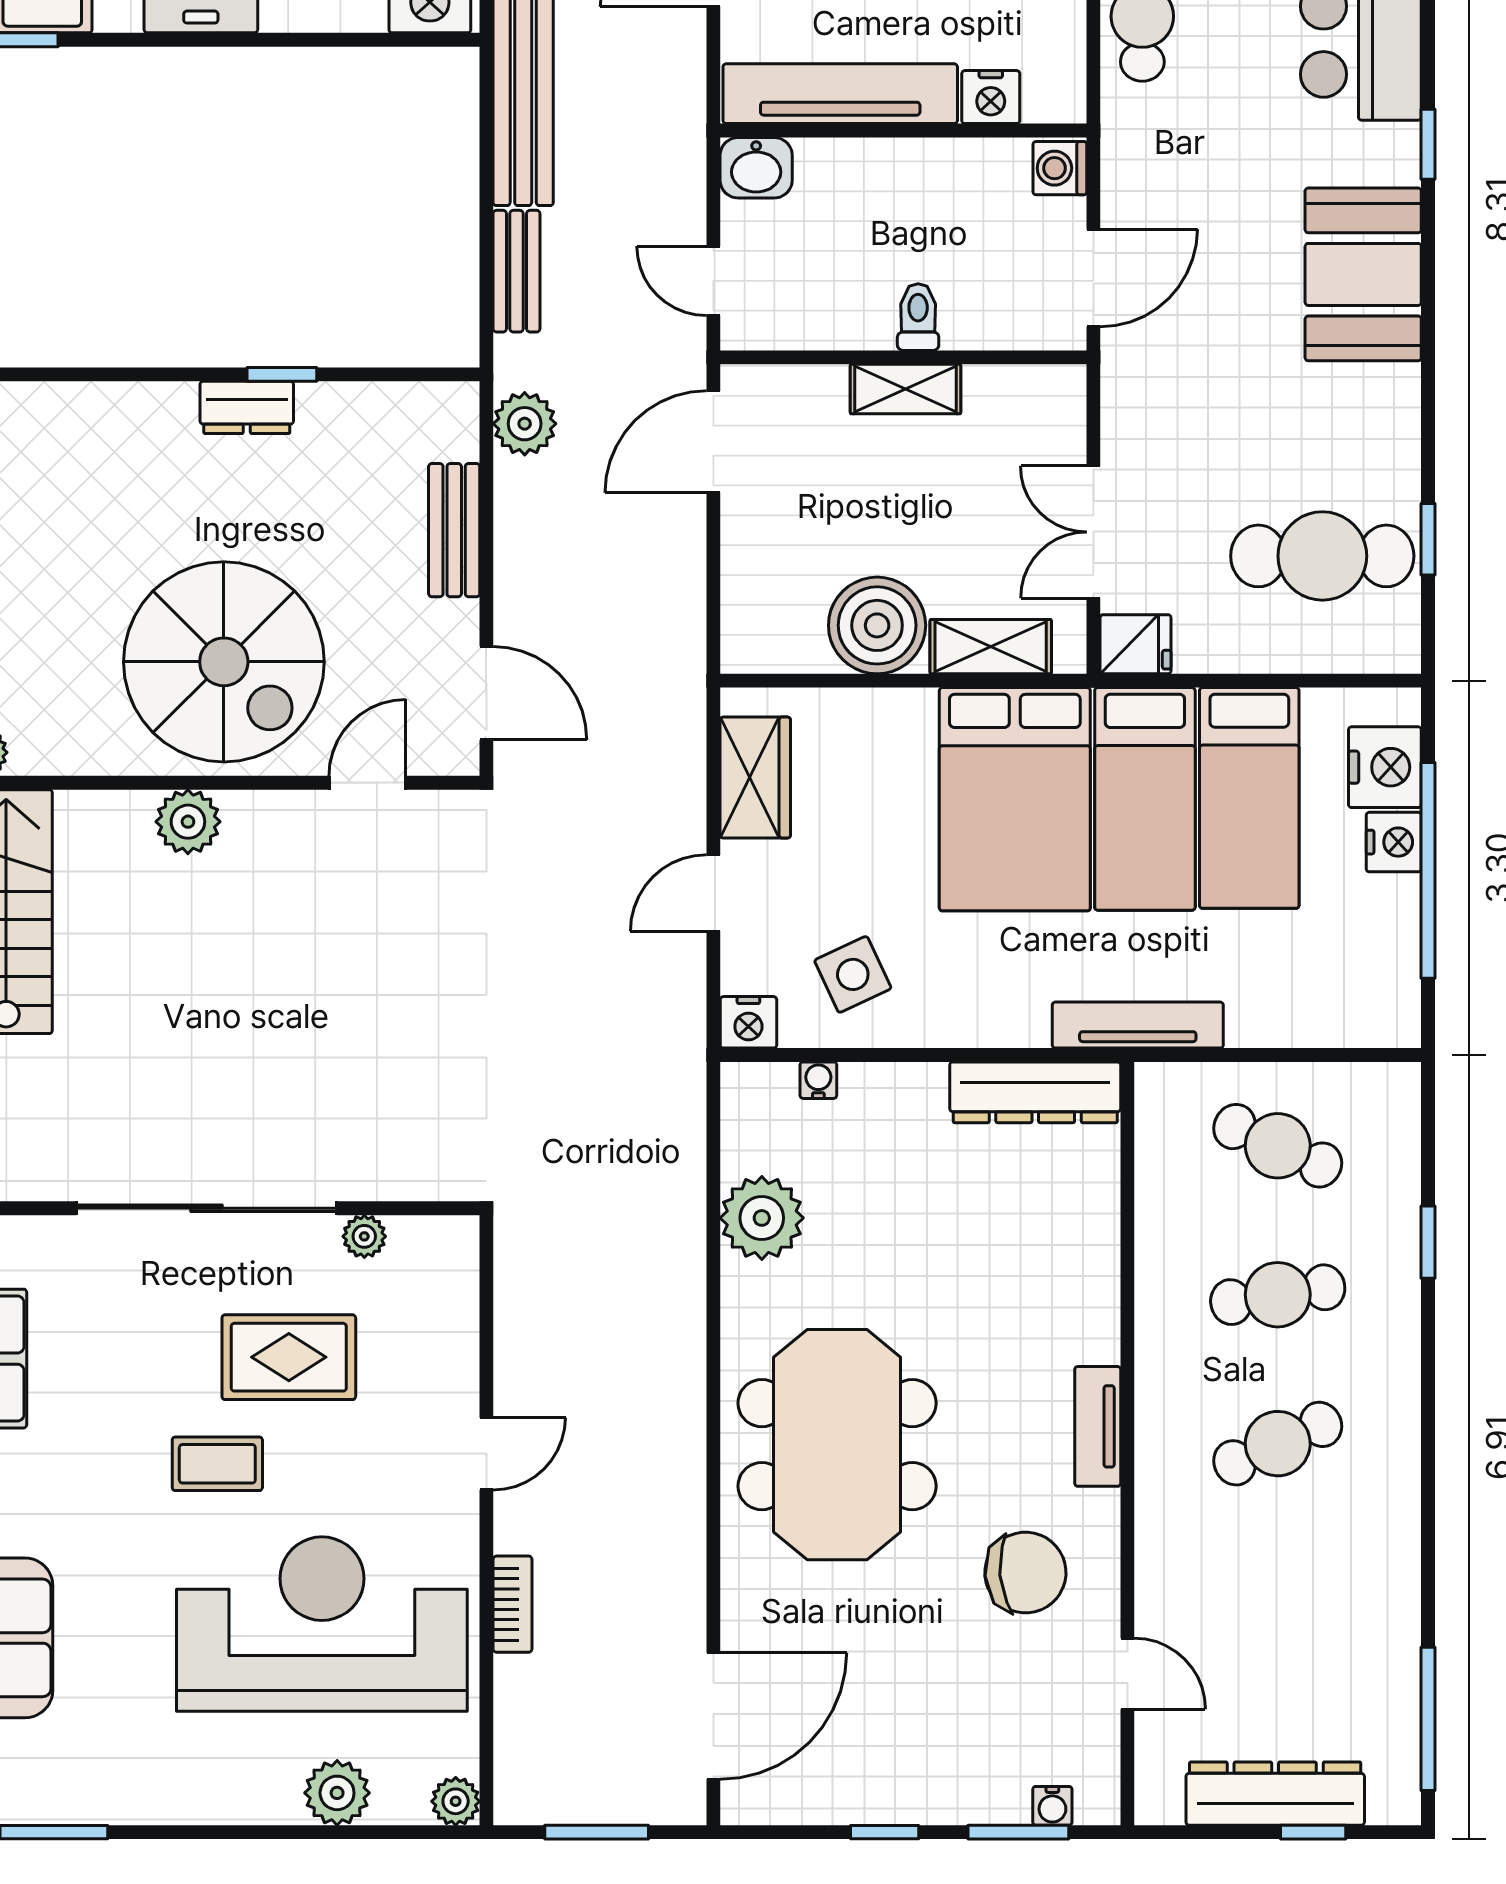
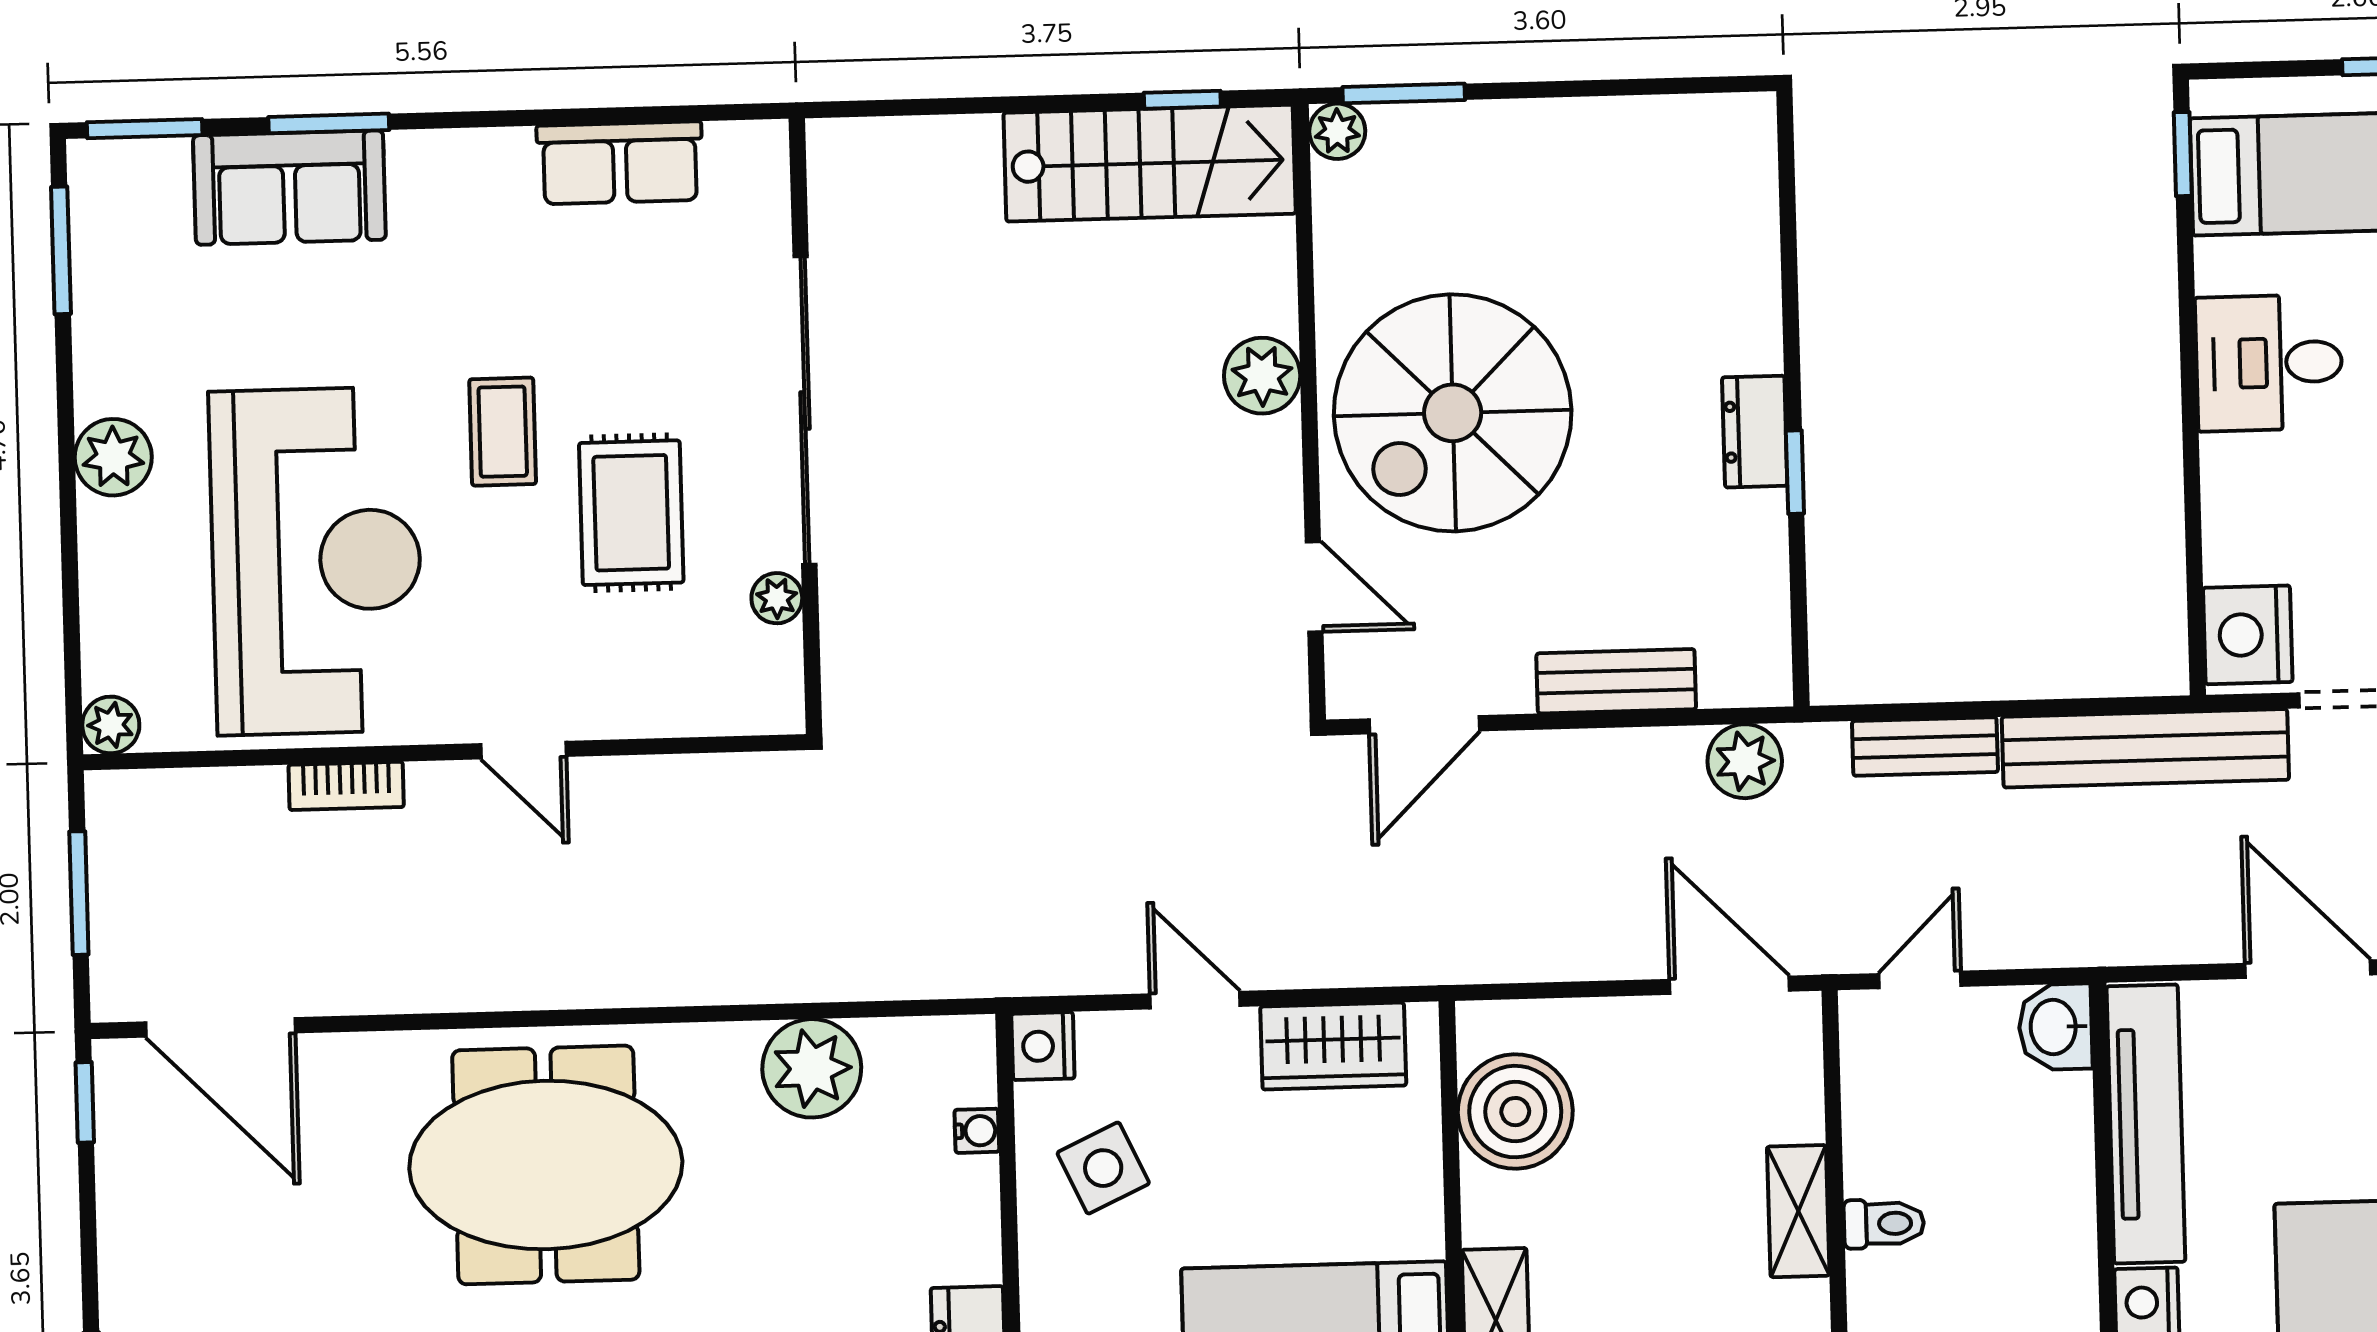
boiler: (877, 625) -> (1515, 1112), moved
plant: (337, 1793) -> (113, 457), moved
window: (885, 1832) -> (85, 1102), moved

